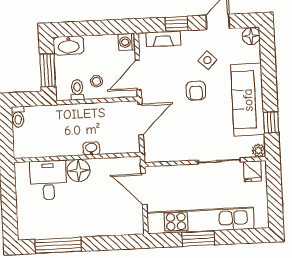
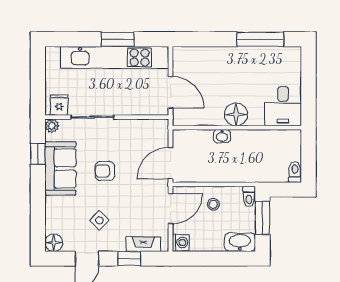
toilet: (77, 90) -> (249, 196), moved
armchair: (196, 91) -> (105, 171), moved, turned -92
sofa: (248, 100) -> (60, 168), width x0.73
desk: (48, 180) -> (283, 106), moved

